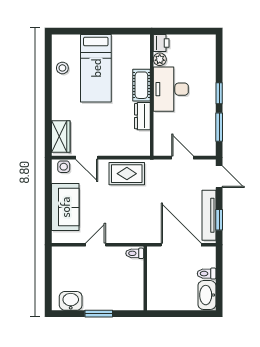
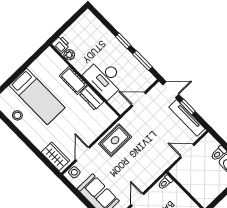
desk: (171, 89) -> (105, 78), moved
door: (87, 158) -> (83, 154), swing flipped
window: (219, 220) -> (188, 107), moved
door: (181, 245) -> (187, 151), width x0.53

